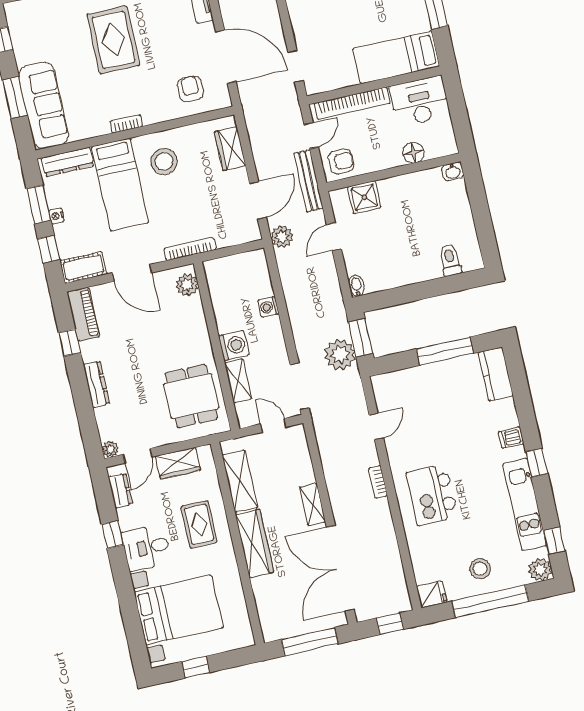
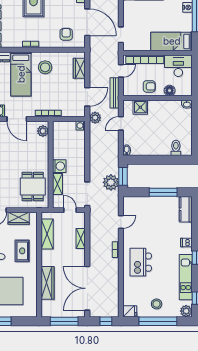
armchair: (341, 161) -> (149, 86), moved
washing machine: (268, 307) -> (81, 126), moved
shelving: (313, 505) -> (81, 238), moved
wardrobe: (254, 543) -> (48, 283), moved

